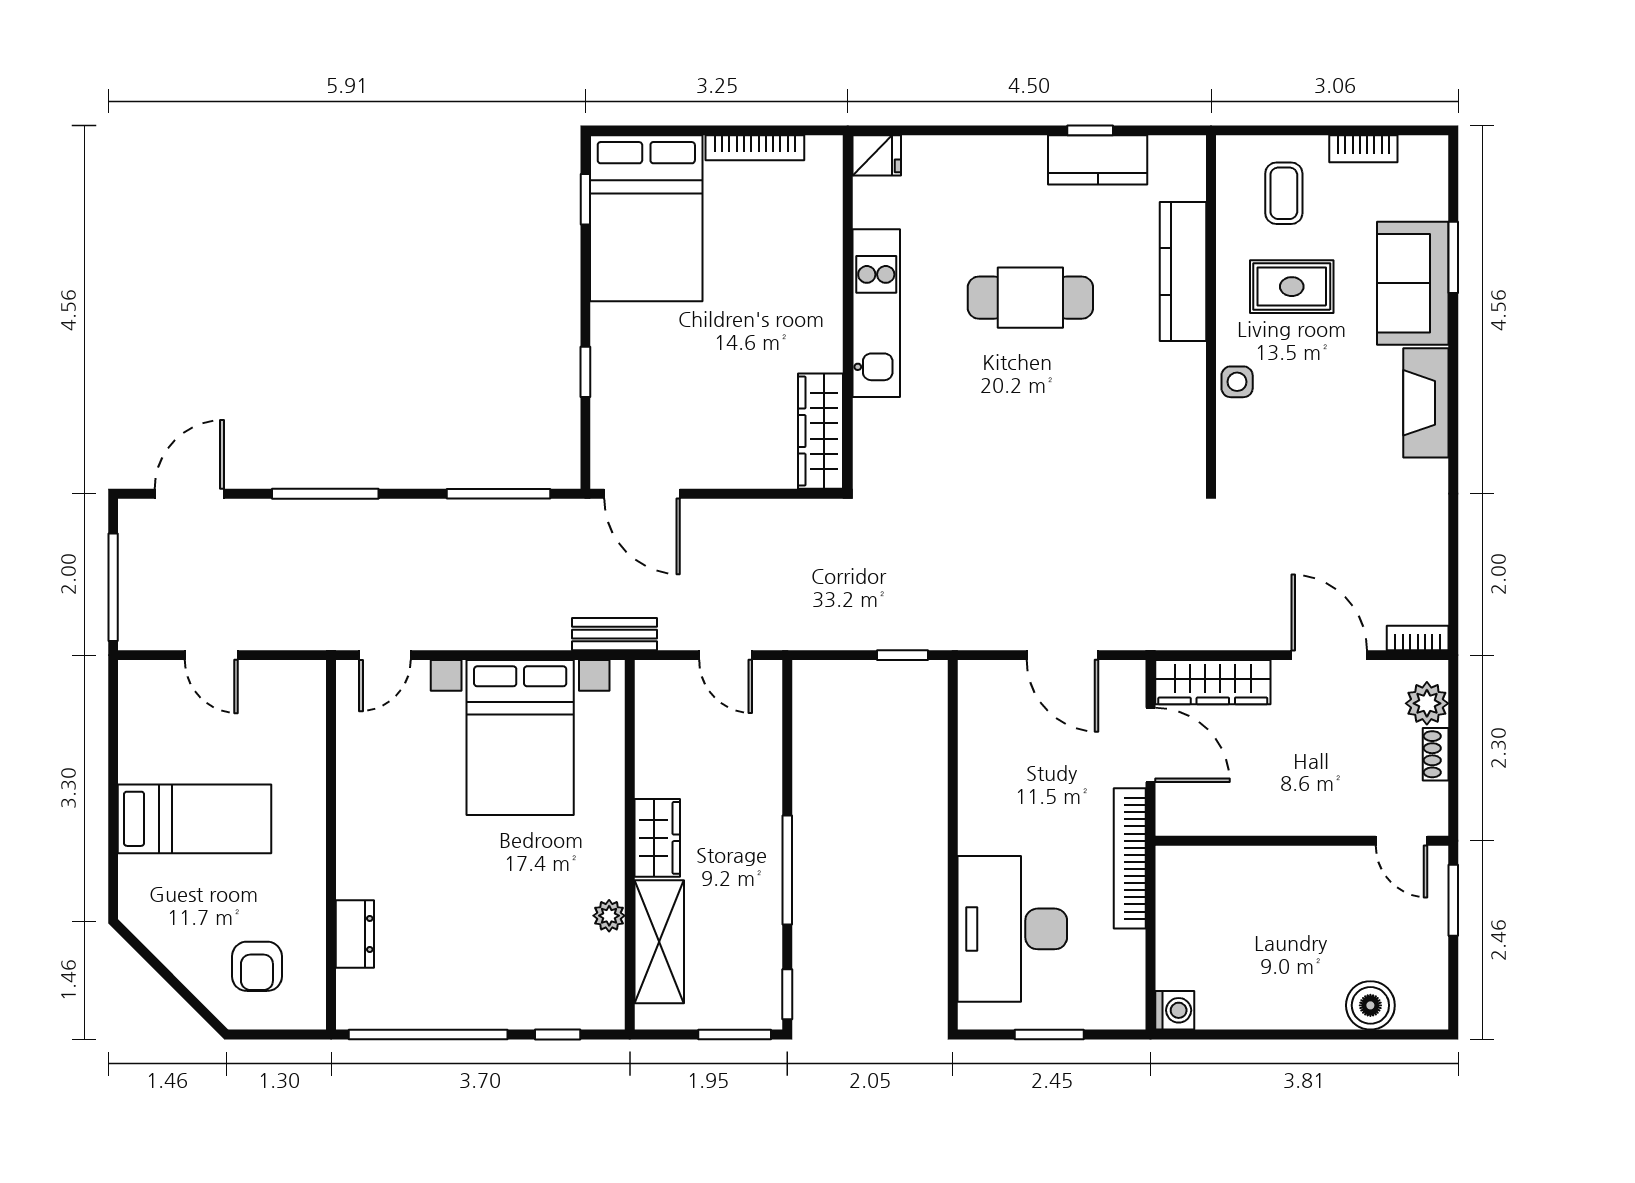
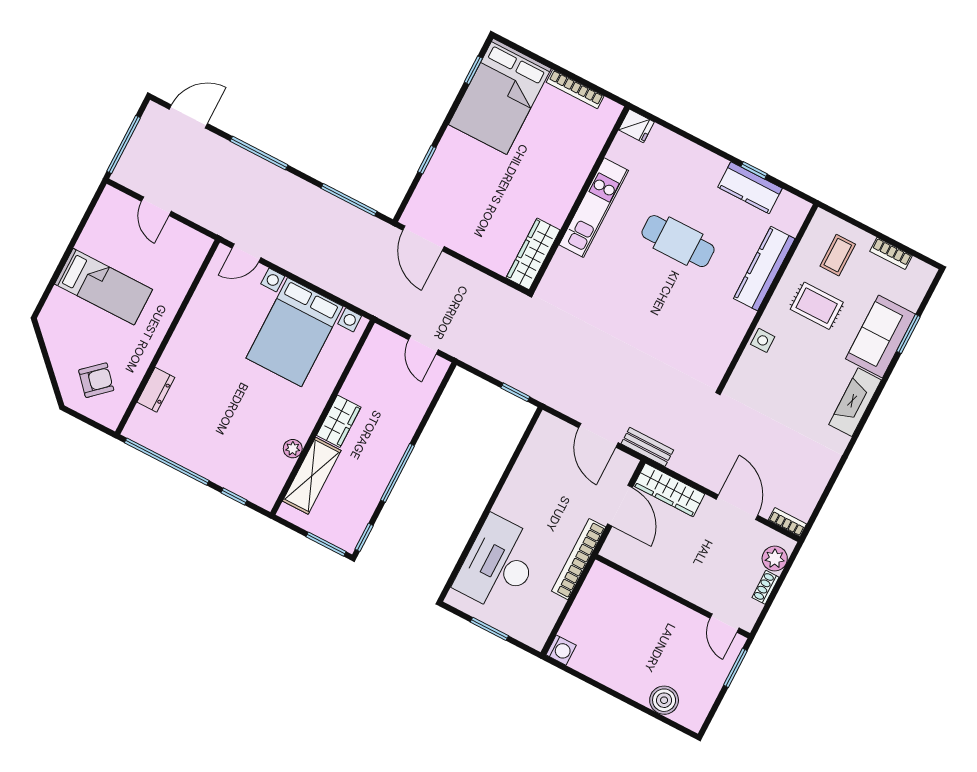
bench: (614, 634) -> (647, 447), moved
armchair: (257, 966) -> (96, 380), turned -132

